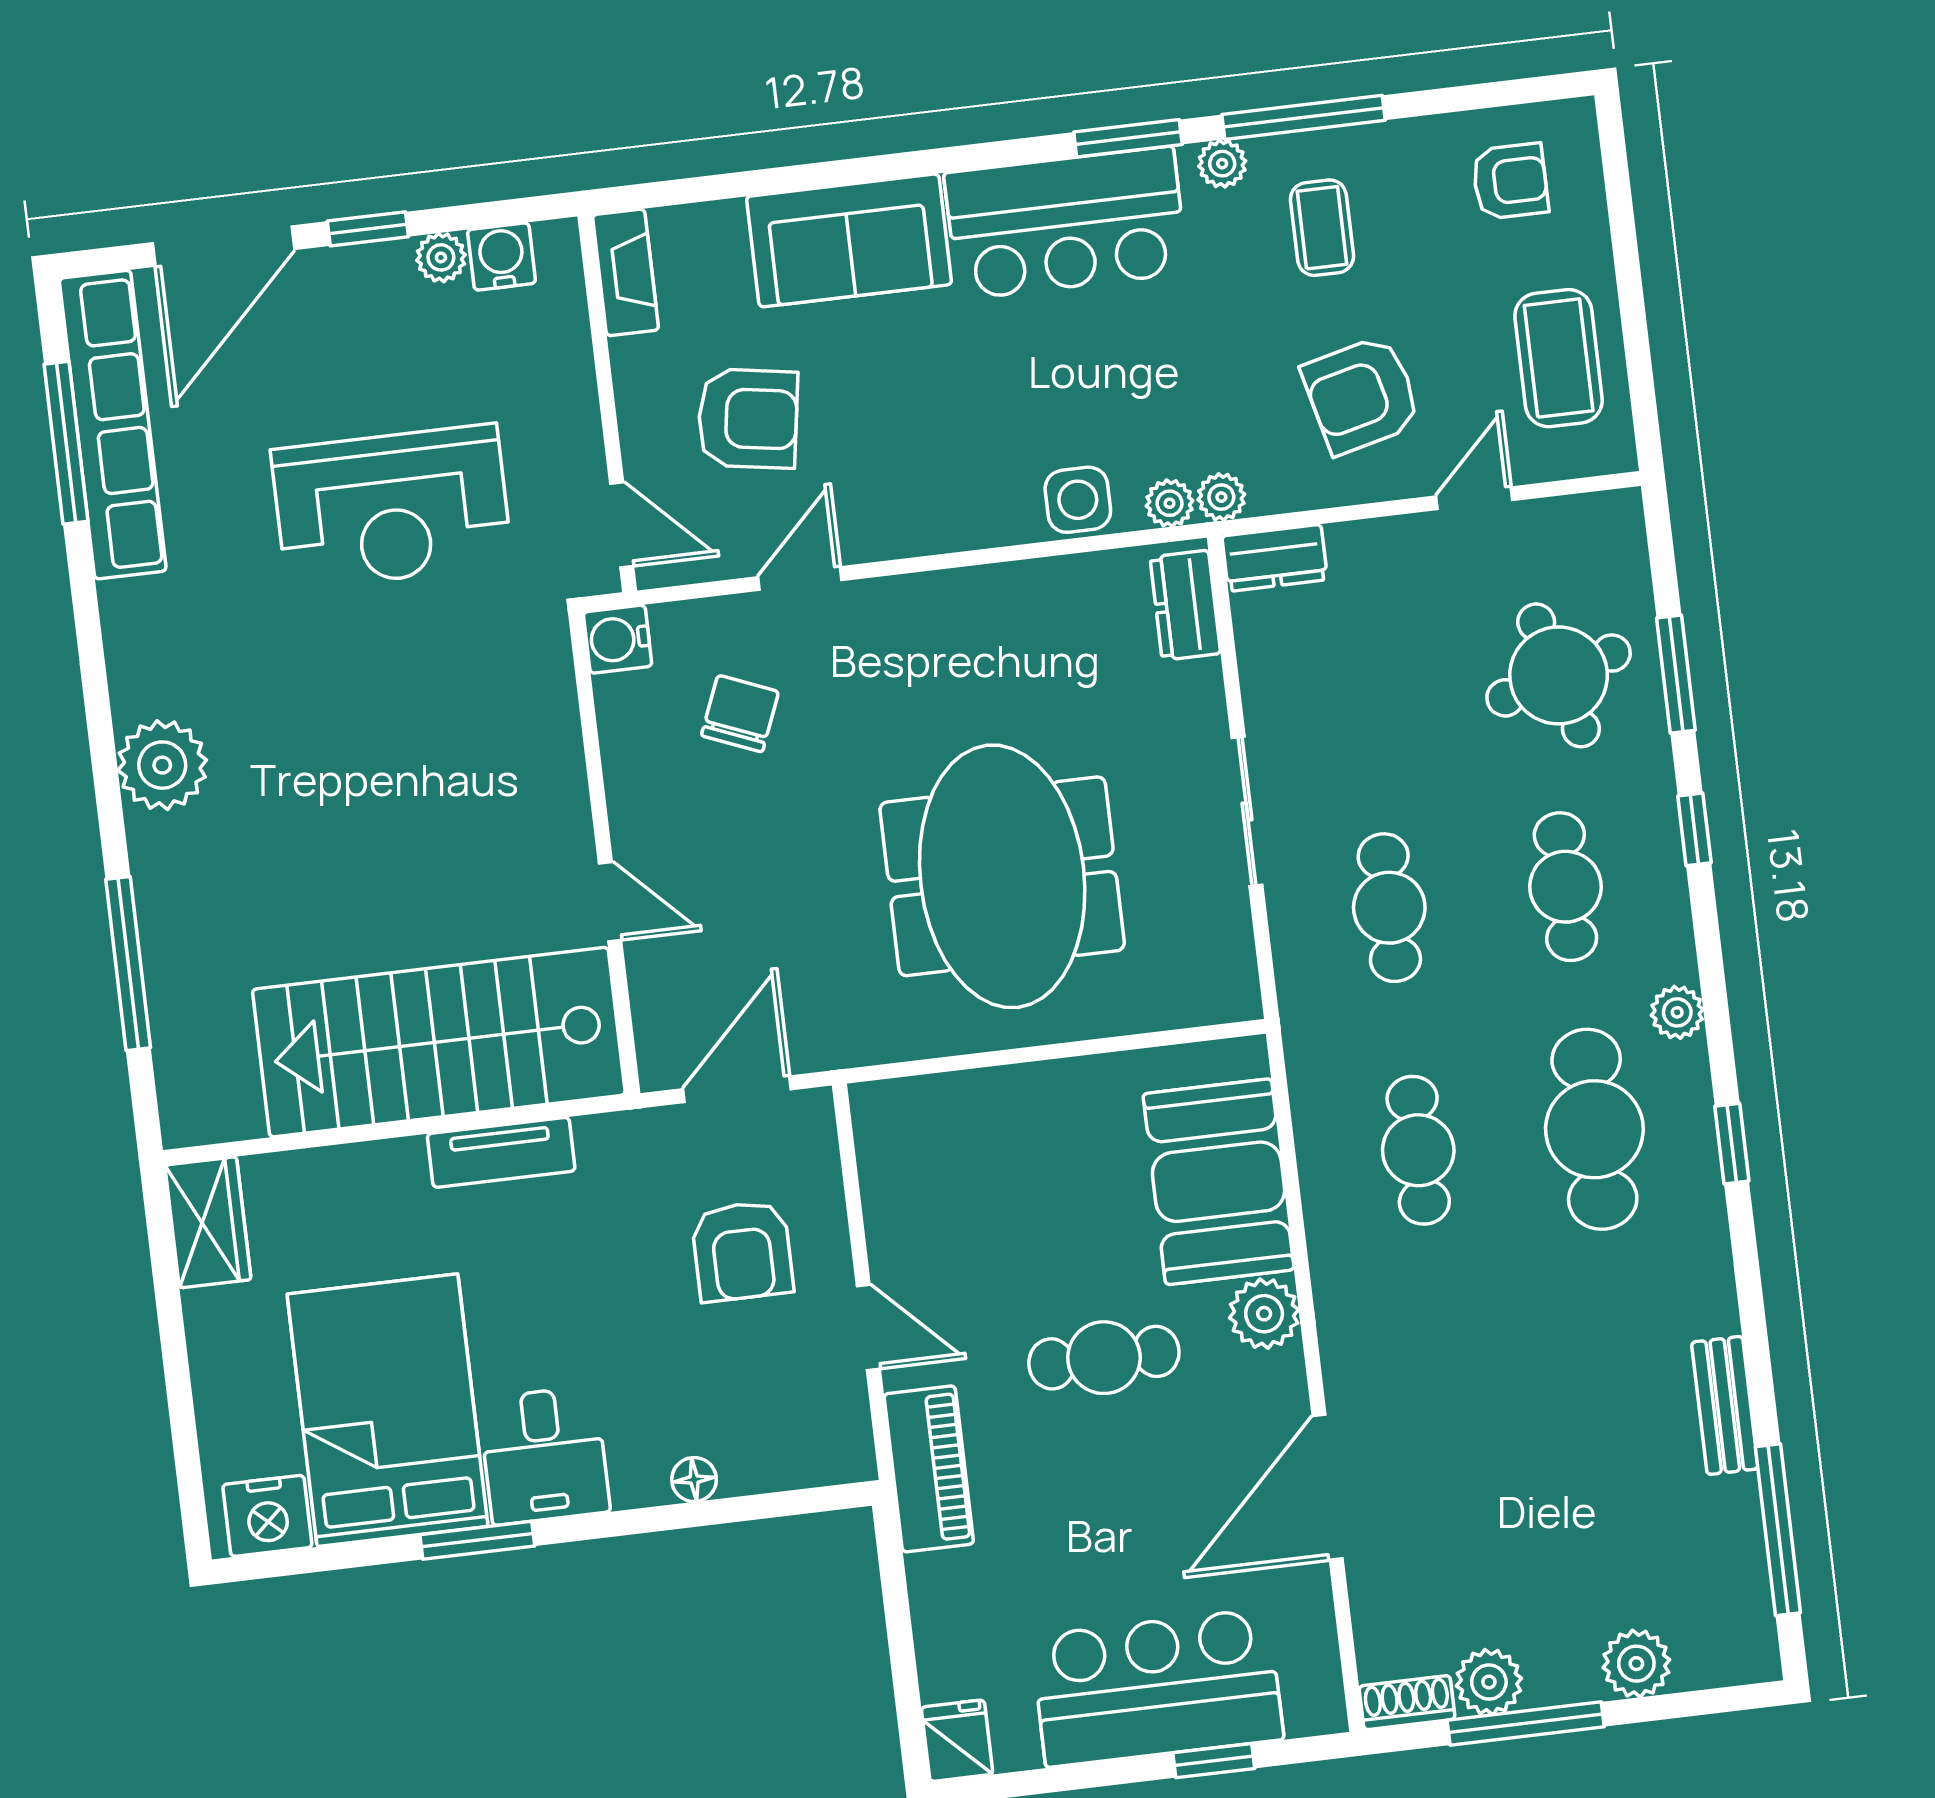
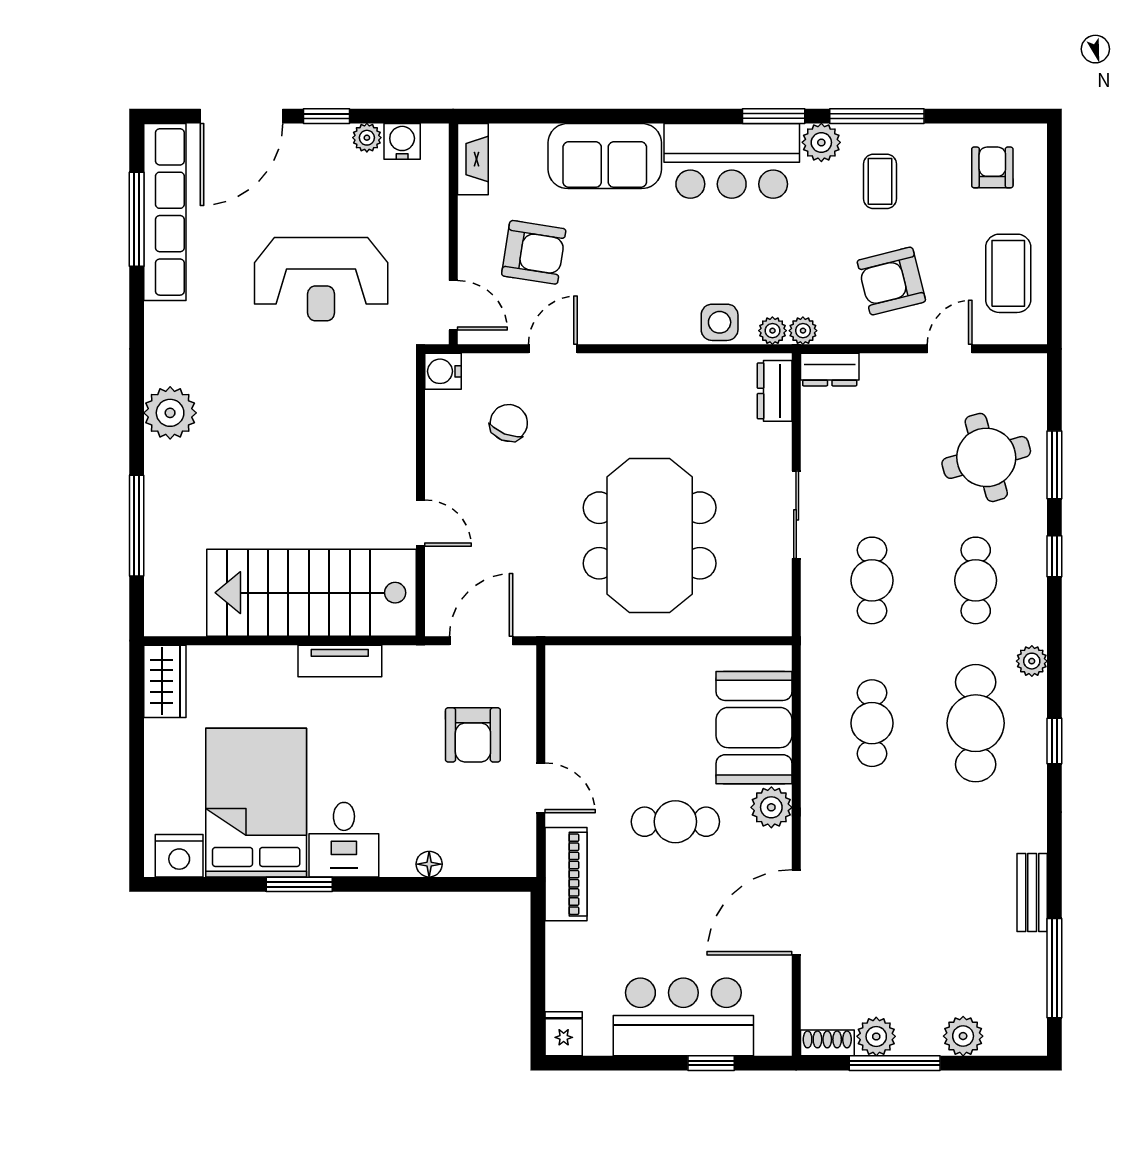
plant: (1222, 164) -> (821, 142), width x1.38, depth x1.38
armchair: (1510, 181) -> (992, 167), turned -90

